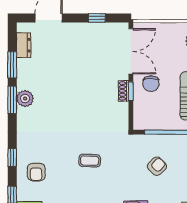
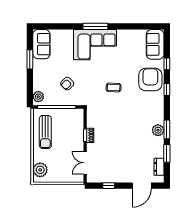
double door: (131, 51) -> (85, 163), width x0.73
chair: (151, 84) -> (71, 140), removed
armchair: (36, 172) -> (150, 80), width x1.88, depth x1.88

